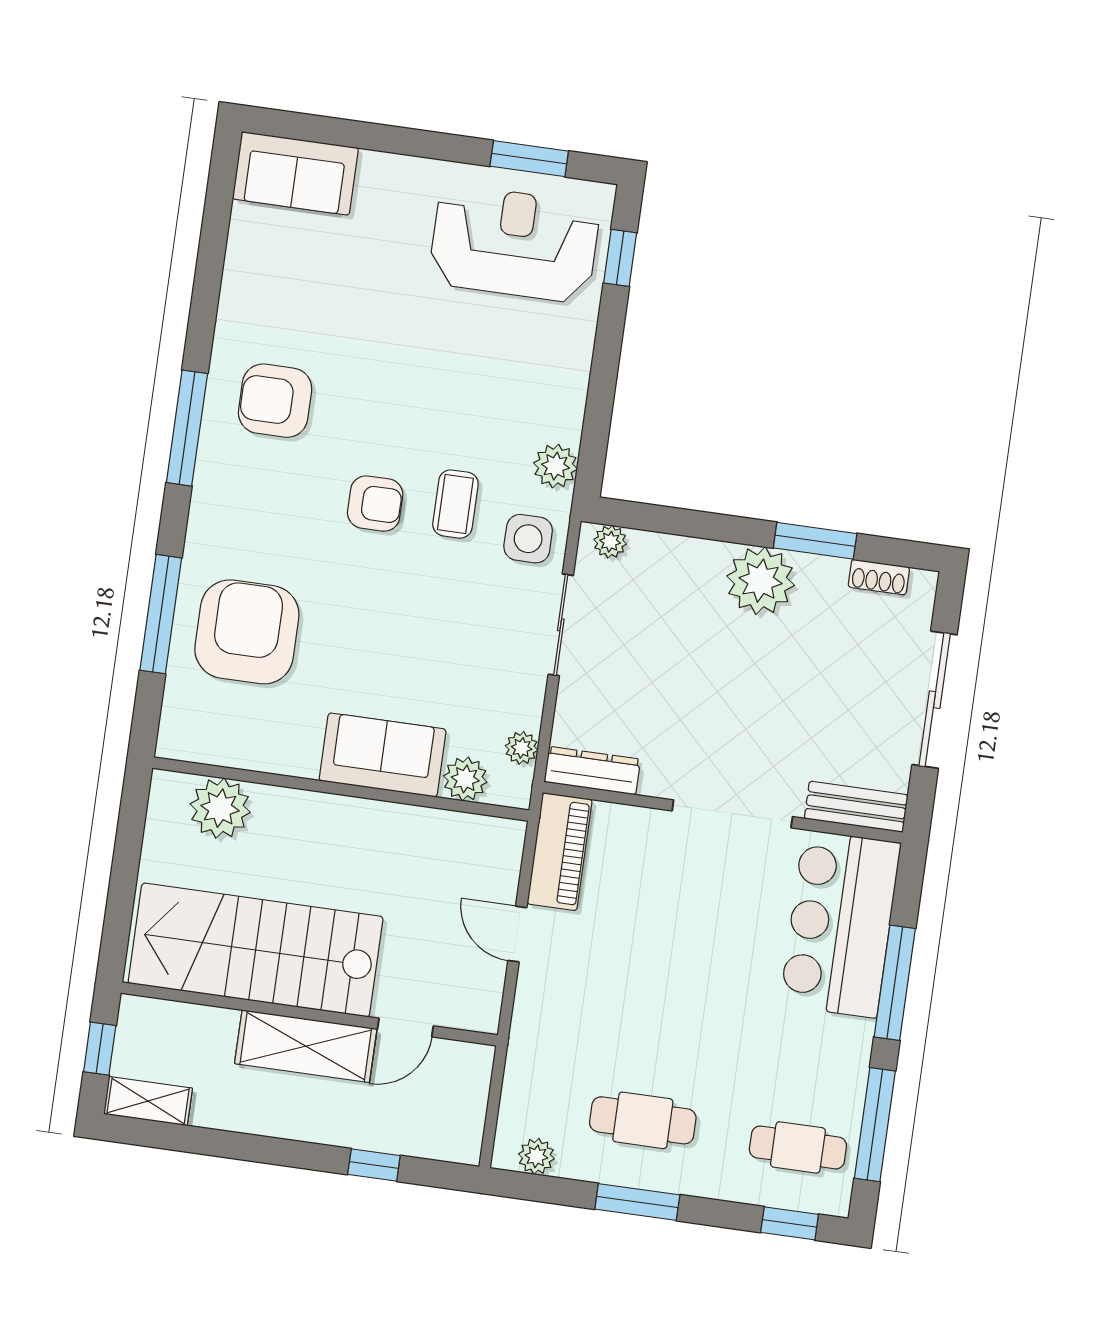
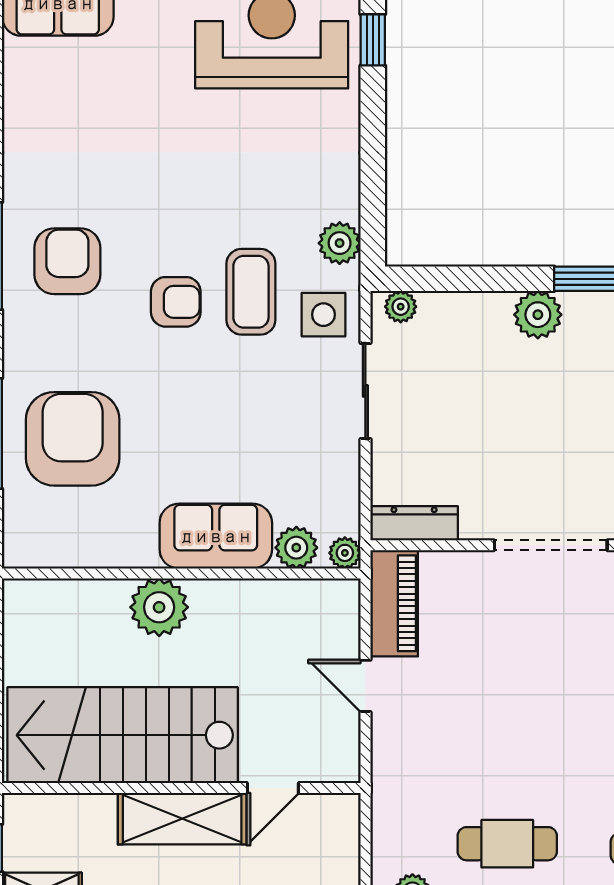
armchair: (275, 401) -> (67, 261), moved, turned 90
coffee table: (455, 504) -> (251, 292), width x1.36, depth x1.30
plant: (761, 581) -> (538, 315), width x0.73, depth x0.73
plant: (522, 748) -> (345, 553), moved
plant: (220, 808) -> (159, 607), moved

